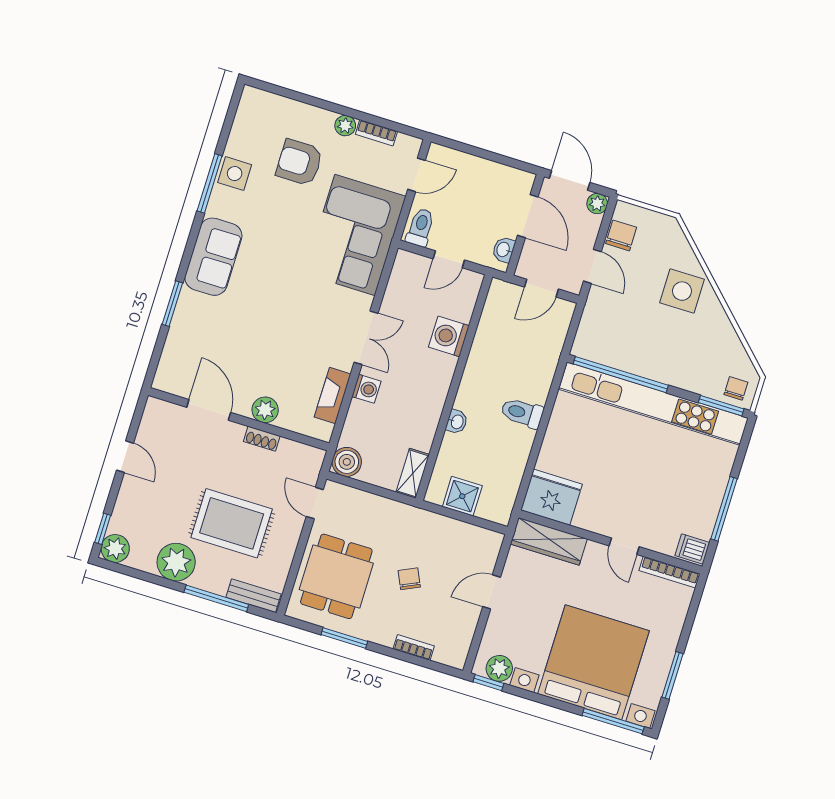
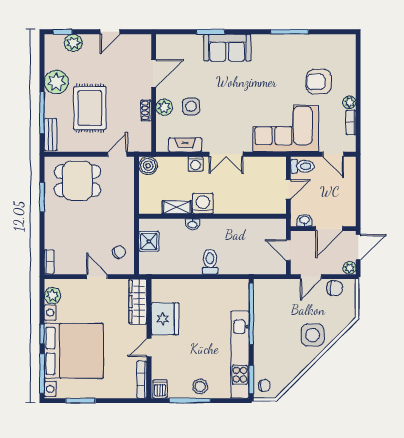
armchair: (299, 162) -> (319, 82), turned -90
side table: (235, 174) -> (191, 106), moved
sofa: (213, 257) -> (227, 48), moved
door: (449, 259) -> (288, 189), swing flipped
washing machine: (449, 336) -> (203, 204), moved
kitchen unit: (653, 404) -> (240, 355), width x0.73
shelving: (413, 473) -> (177, 207), moved
stool: (707, 487) -> (200, 386), added
fridge: (552, 497) -> (165, 319), moved
plant: (115, 548) -> (73, 43), moved
chair: (409, 579) -> (119, 252), moved
bookcase: (414, 647) -> (49, 262), moved
window: (488, 683) -> (42, 334), moved

